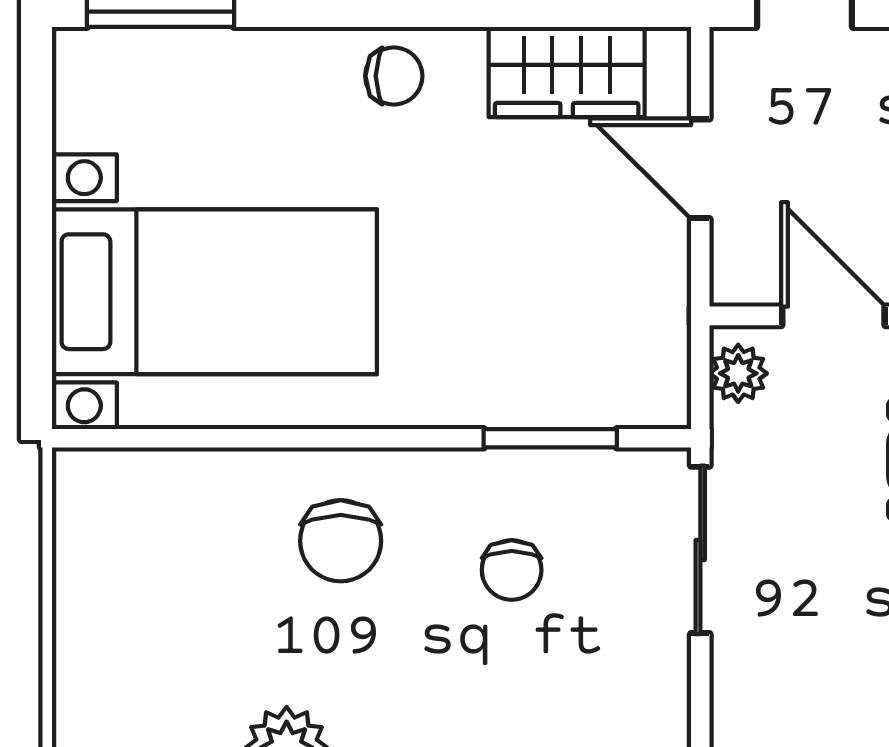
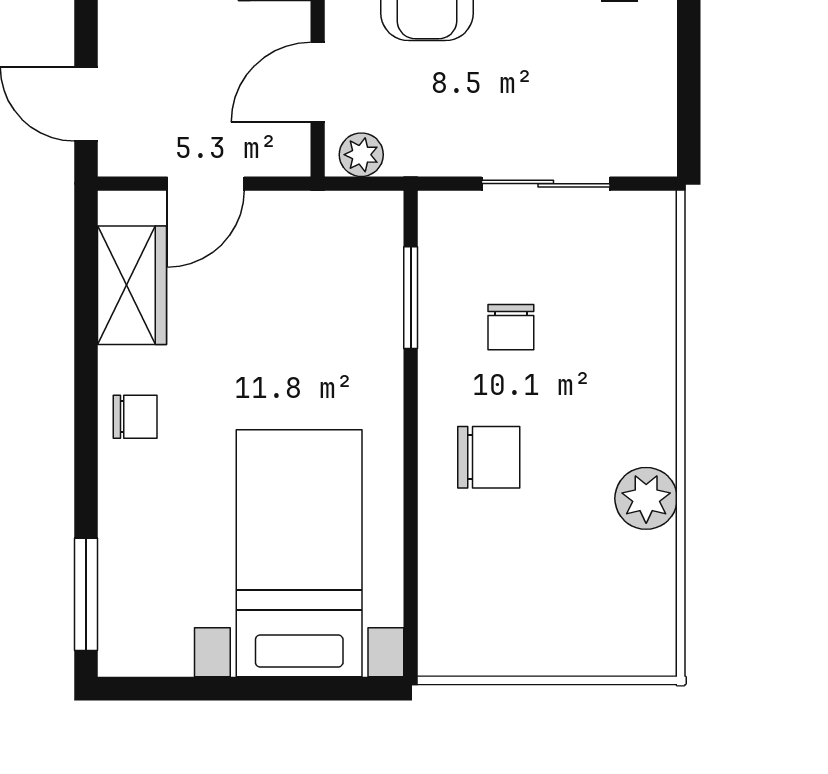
chair: (394, 76) -> (135, 417), turned 90
sliding door: (700, 550) -> (546, 184), moved
chair: (512, 570) -> (511, 327), turned 90

